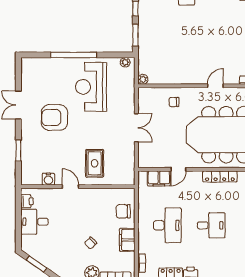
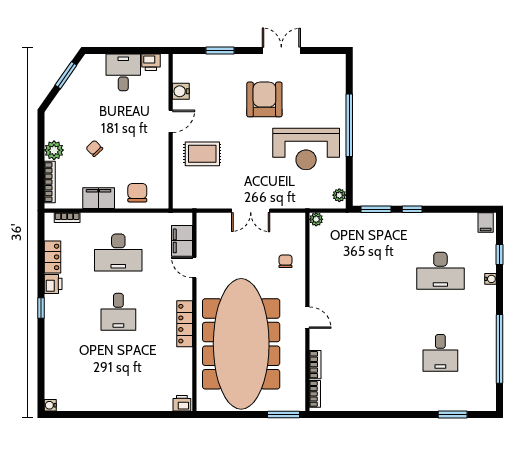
reception desk: (91, 87) -> (306, 149), turned 180

